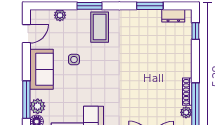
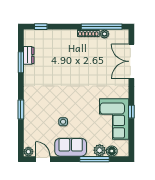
plant: (60, 15) -> (28, 152), moved
dresser: (173, 16) -> (29, 55), moved
coffee table: (100, 27) -> (38, 102), removed

